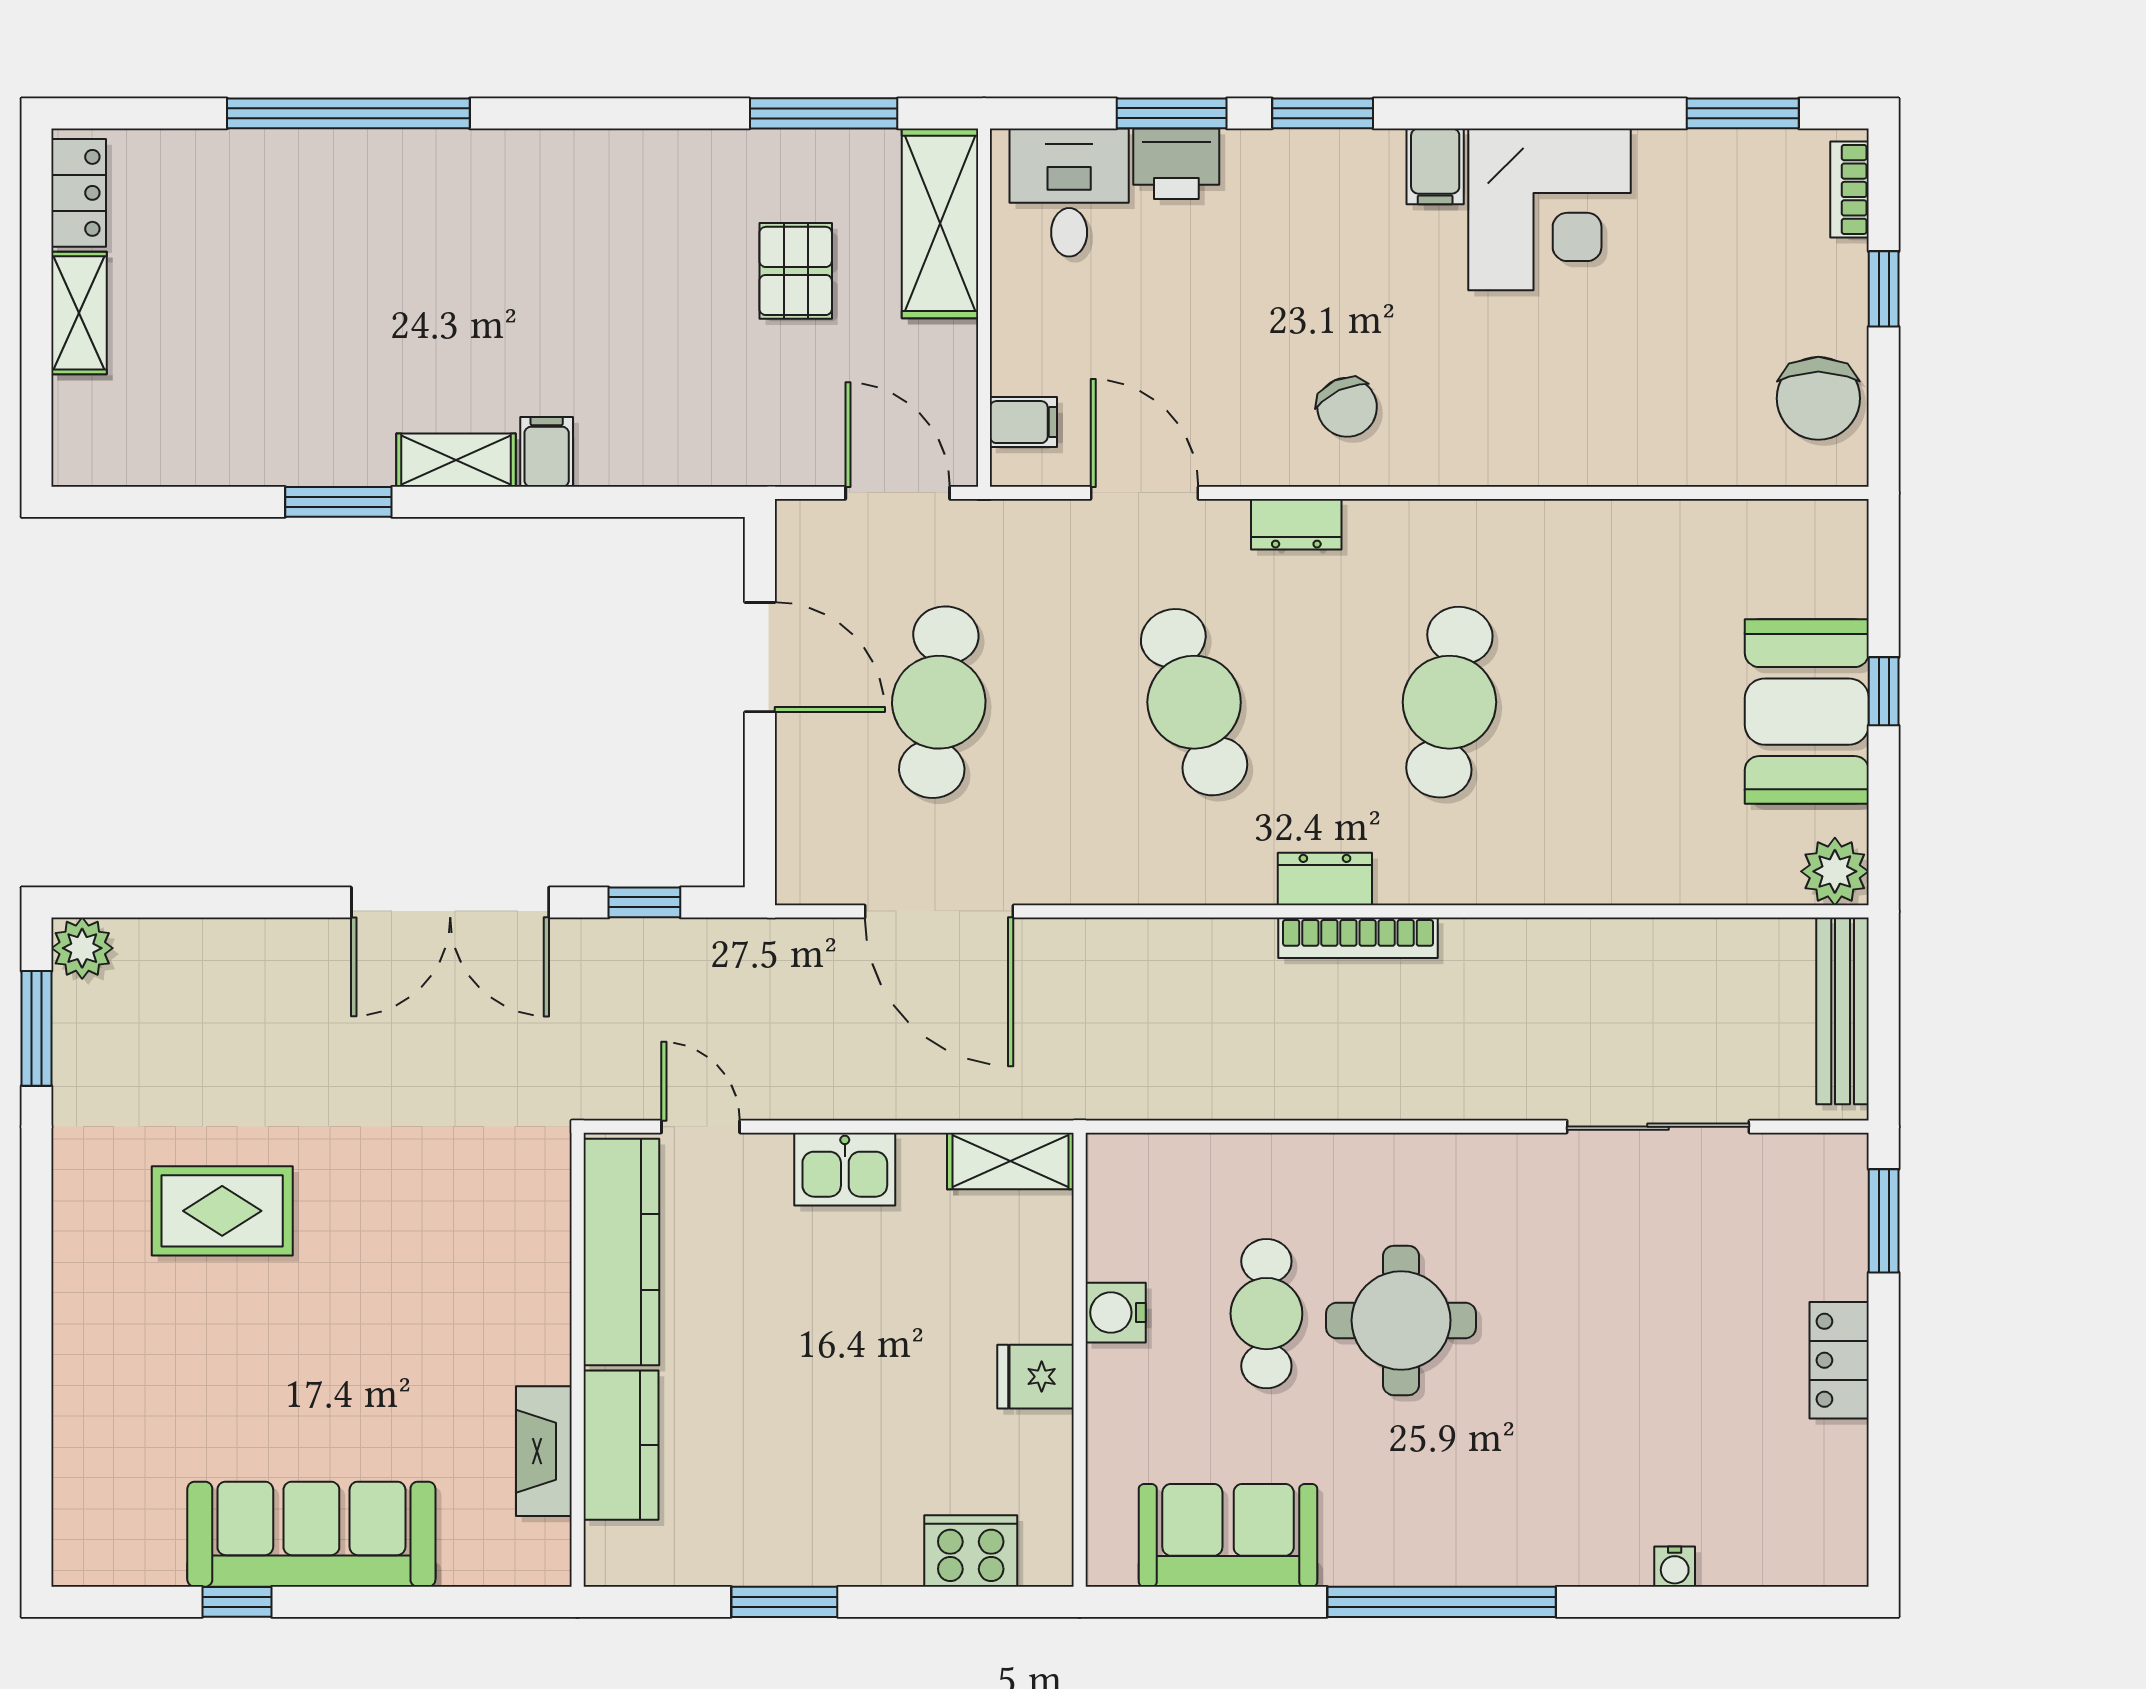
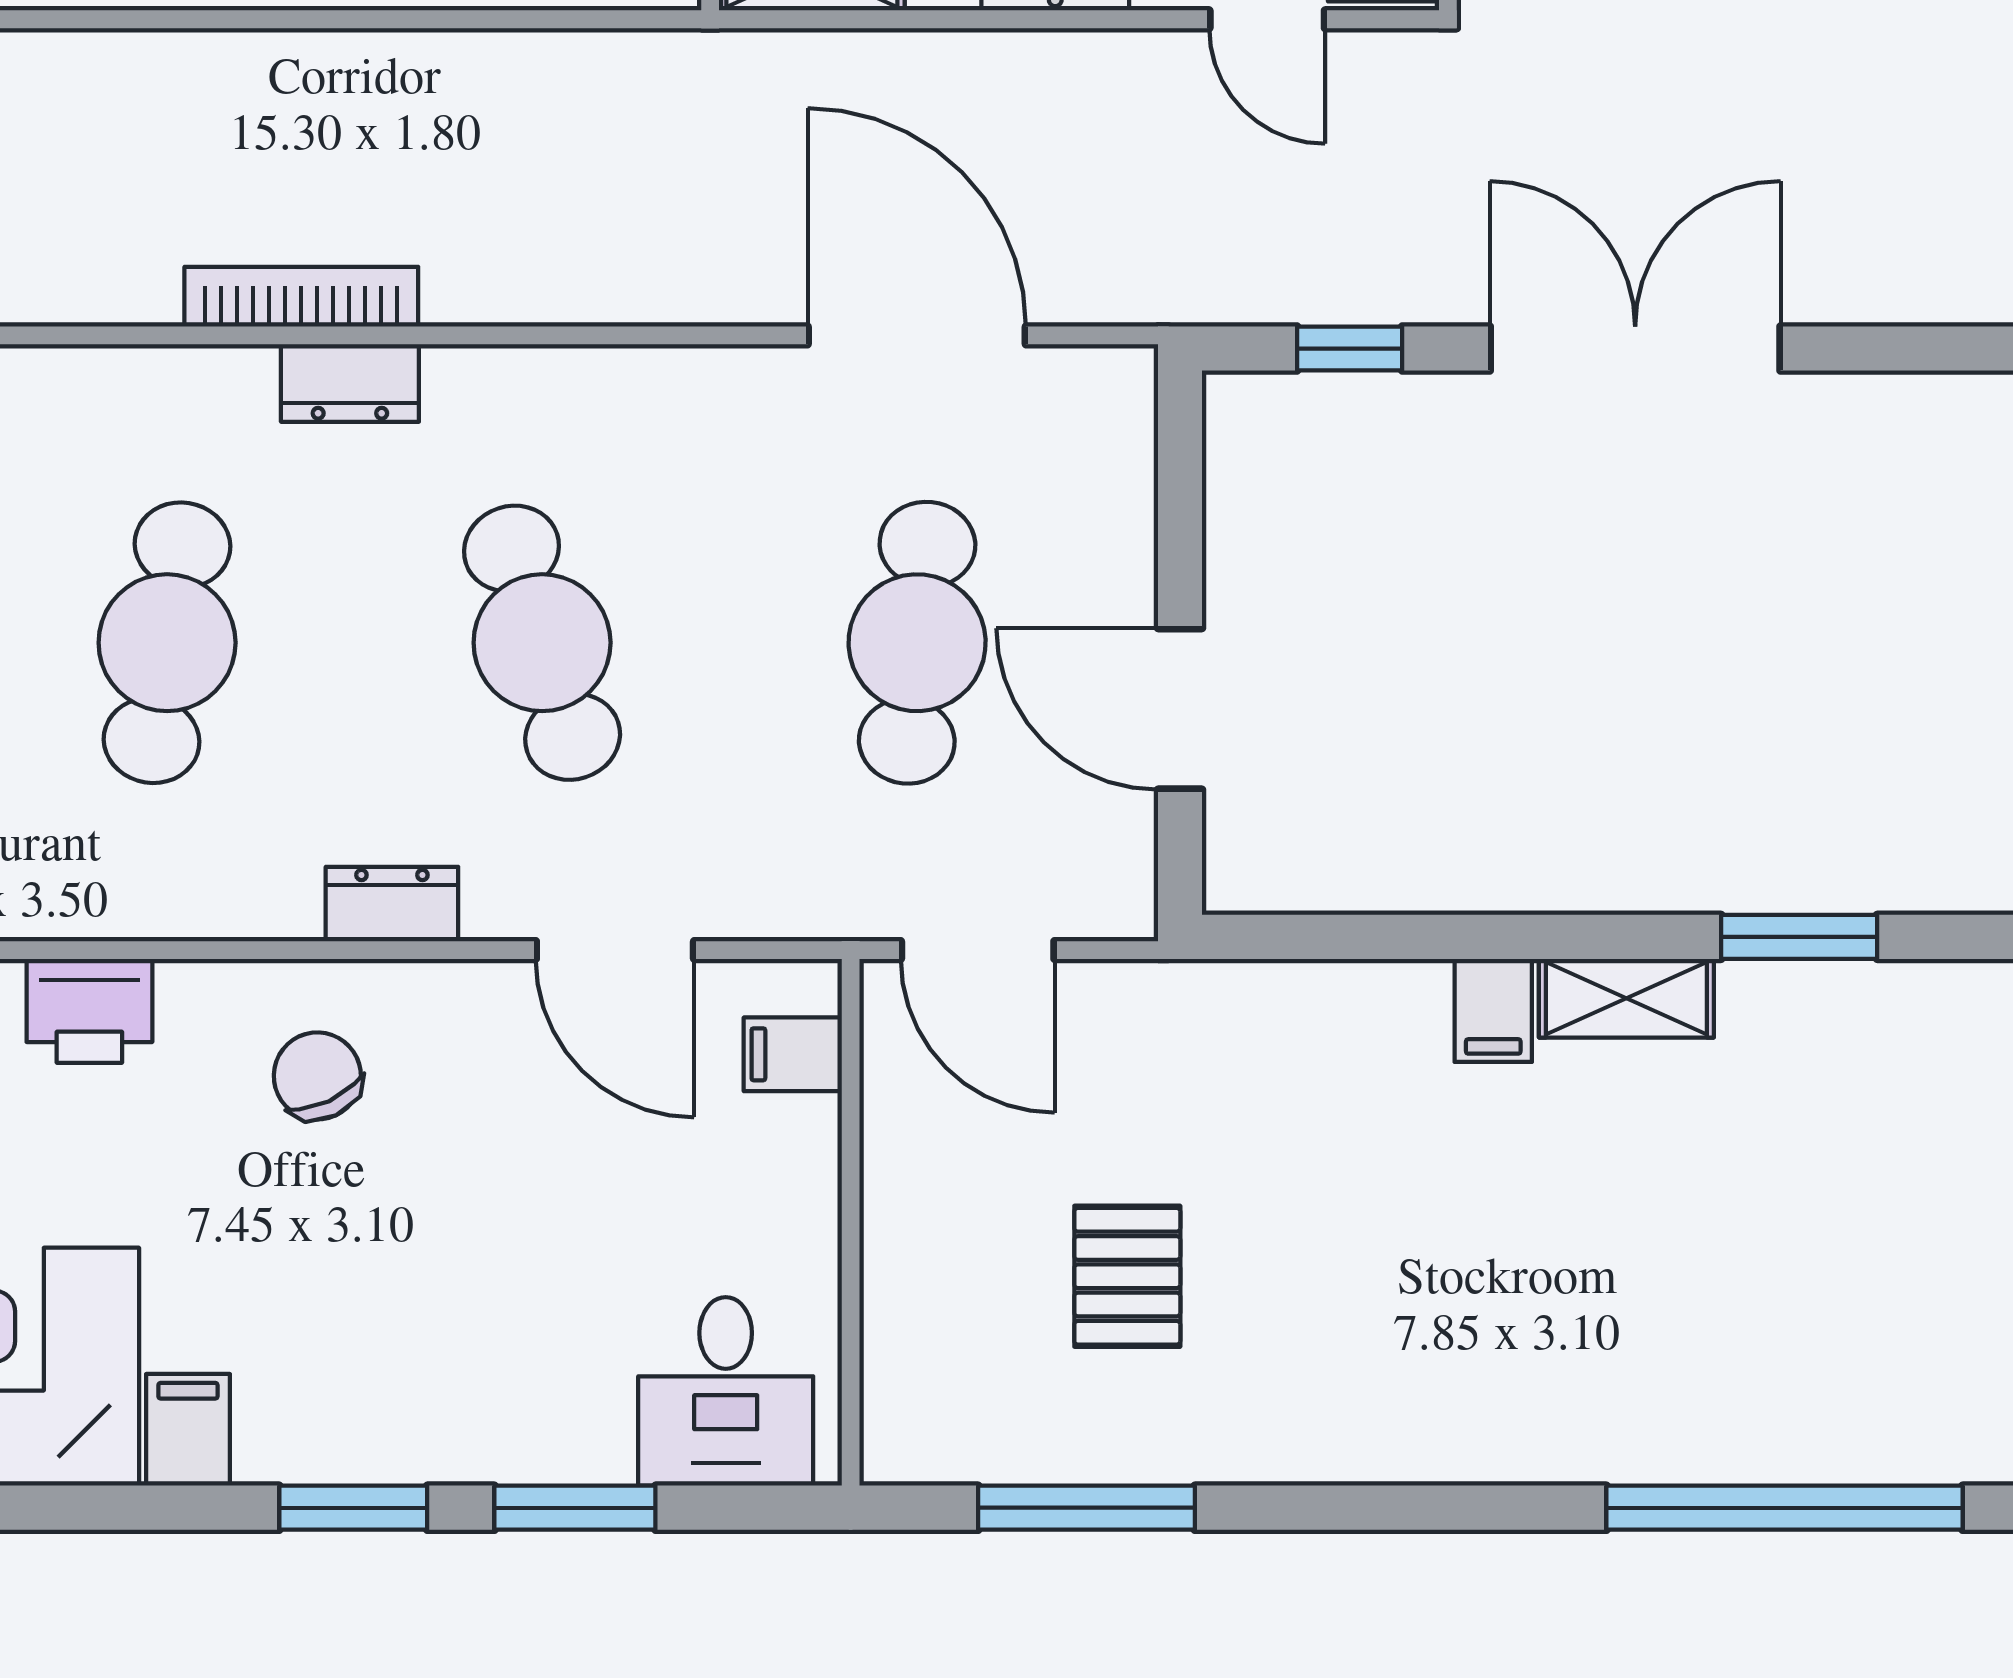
printer: (1176, 164) -> (89, 1011), moved, turned 180
shelving: (940, 223) -> (915, 1346), removed

